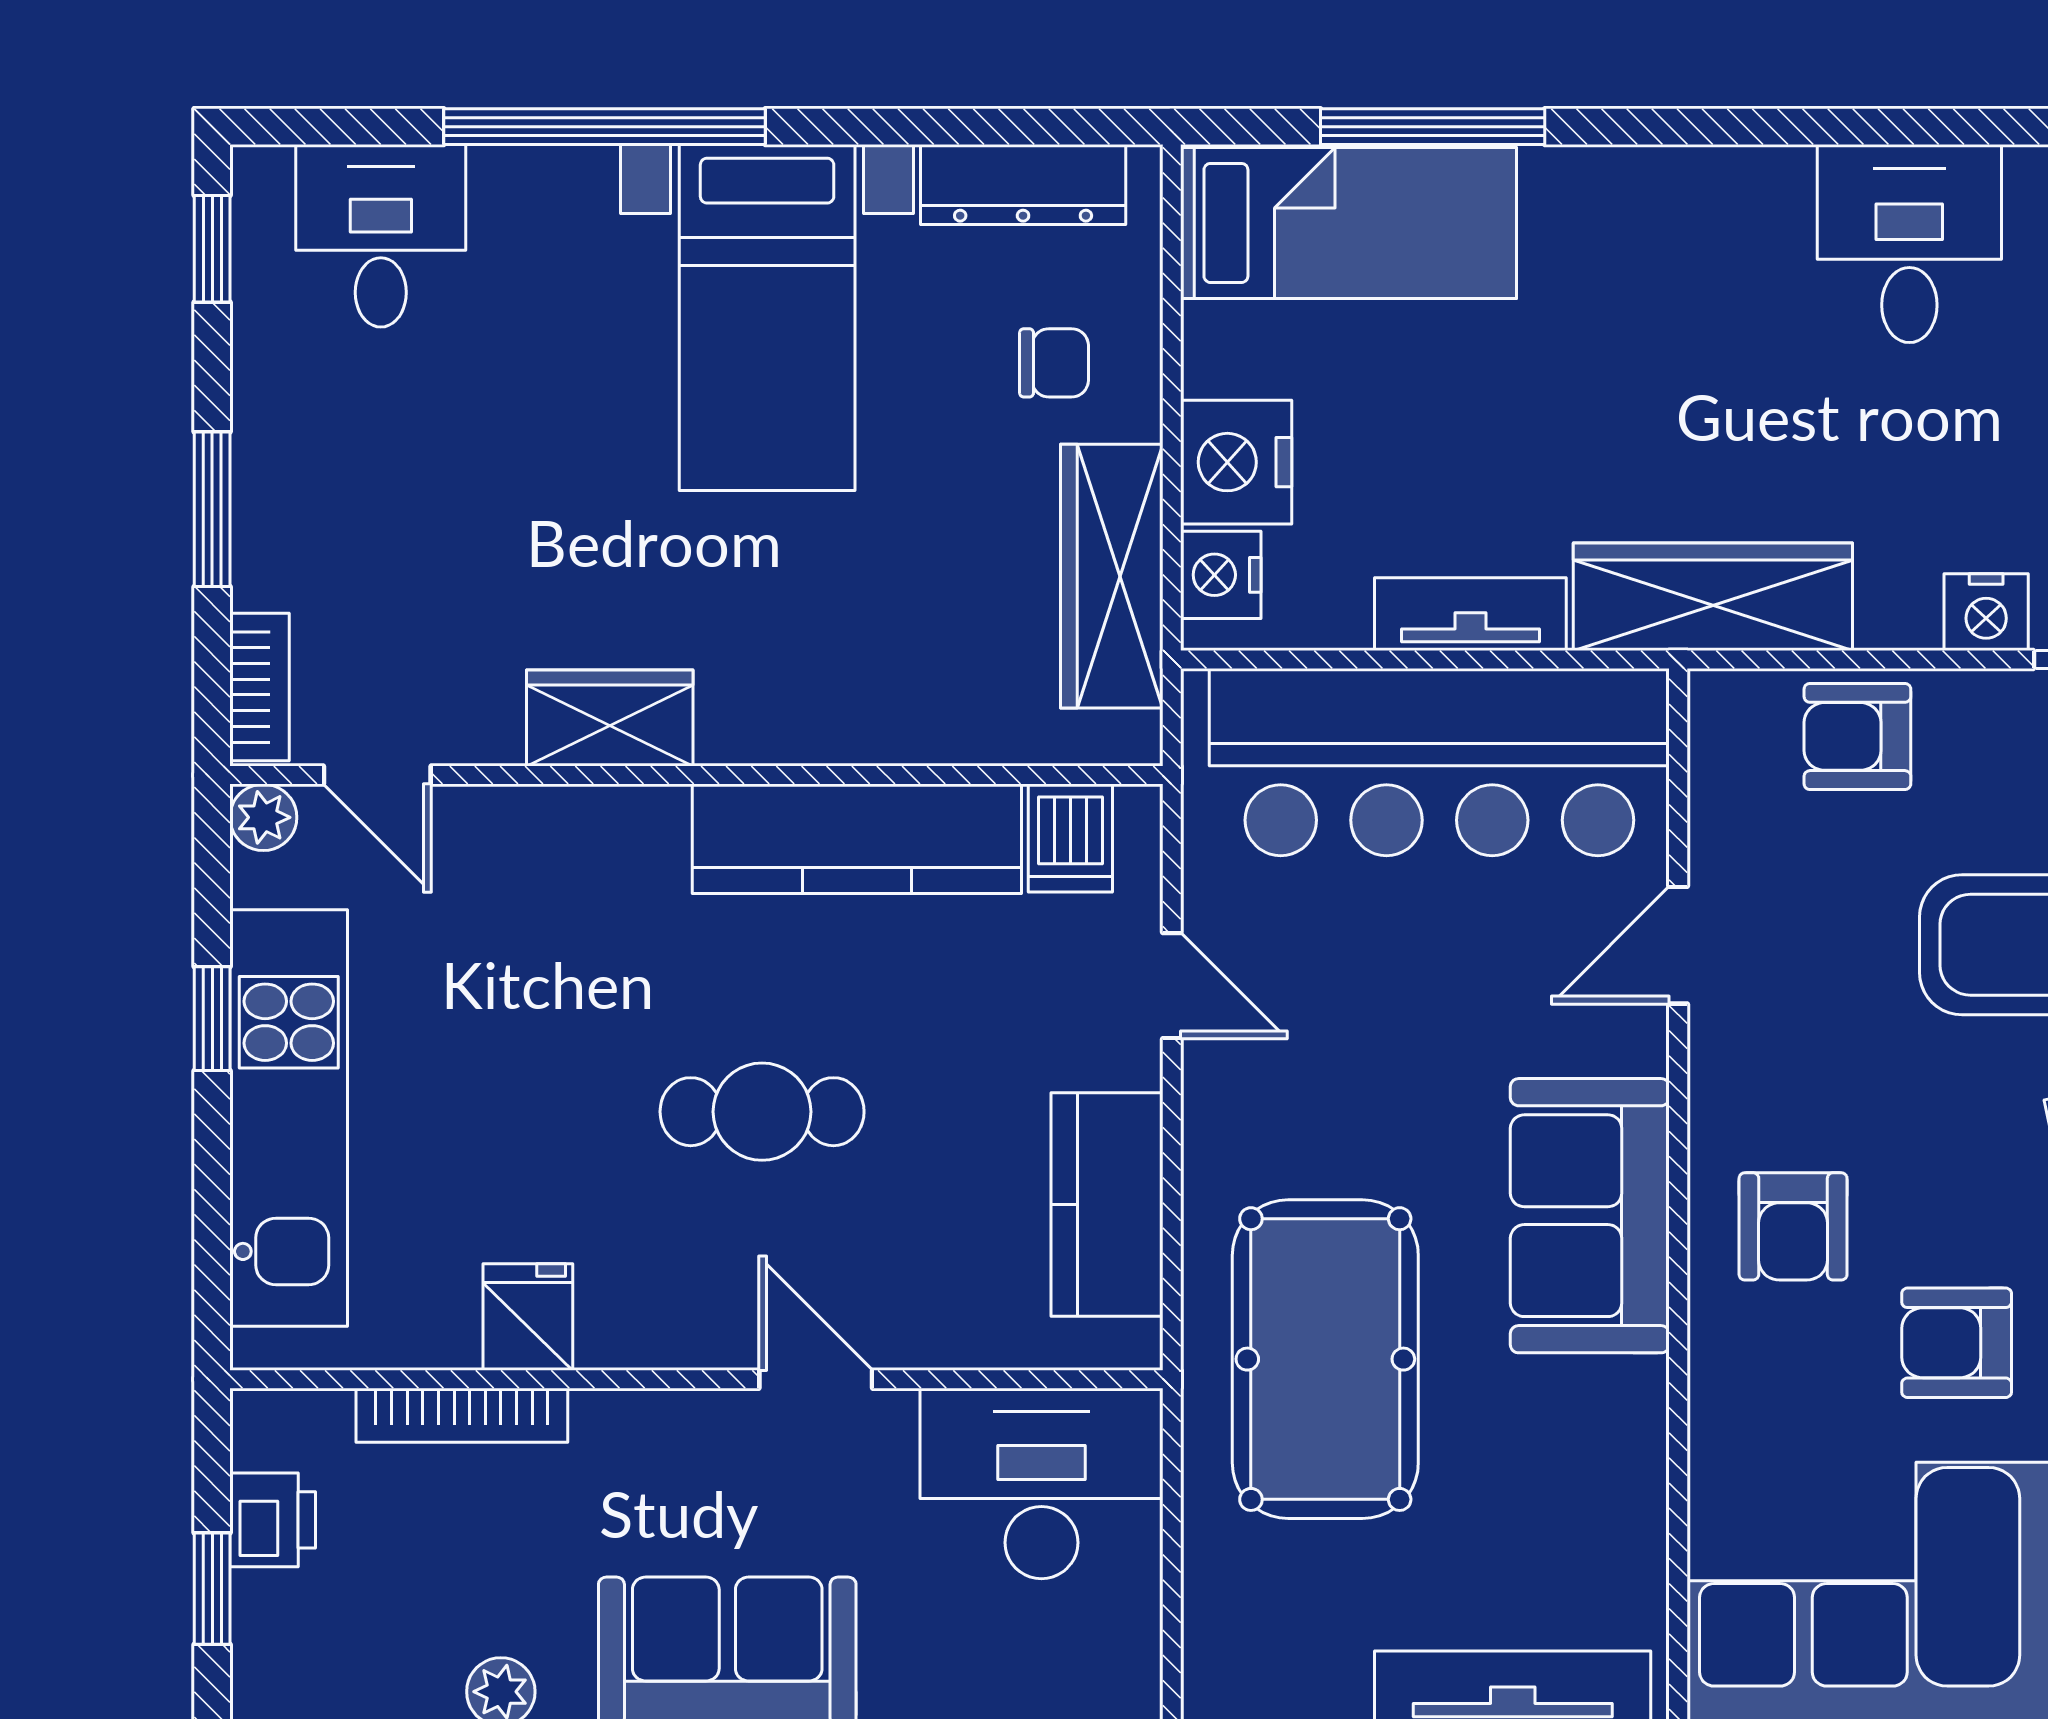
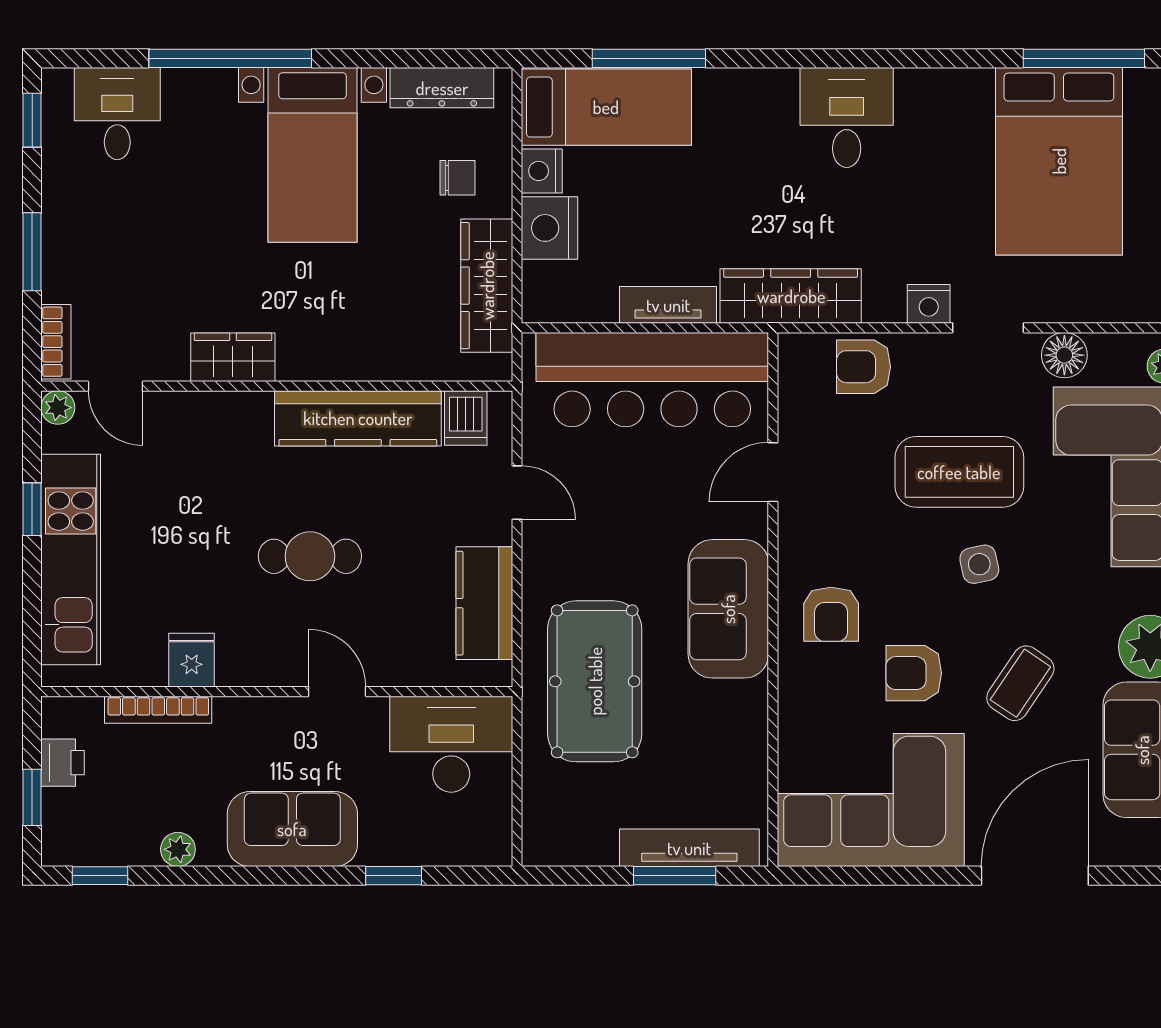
desk: (1909, 244) -> (847, 117), moved
nightstand: (1221, 575) -> (542, 171), moved

